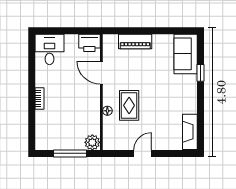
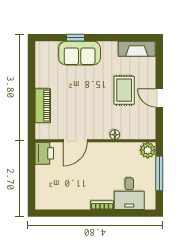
desk: (49, 49) -> (129, 194), moved, turned -90
sofa: (186, 54) -> (80, 53), moved
rug: (129, 105) -> (124, 90), moved, turned 90

